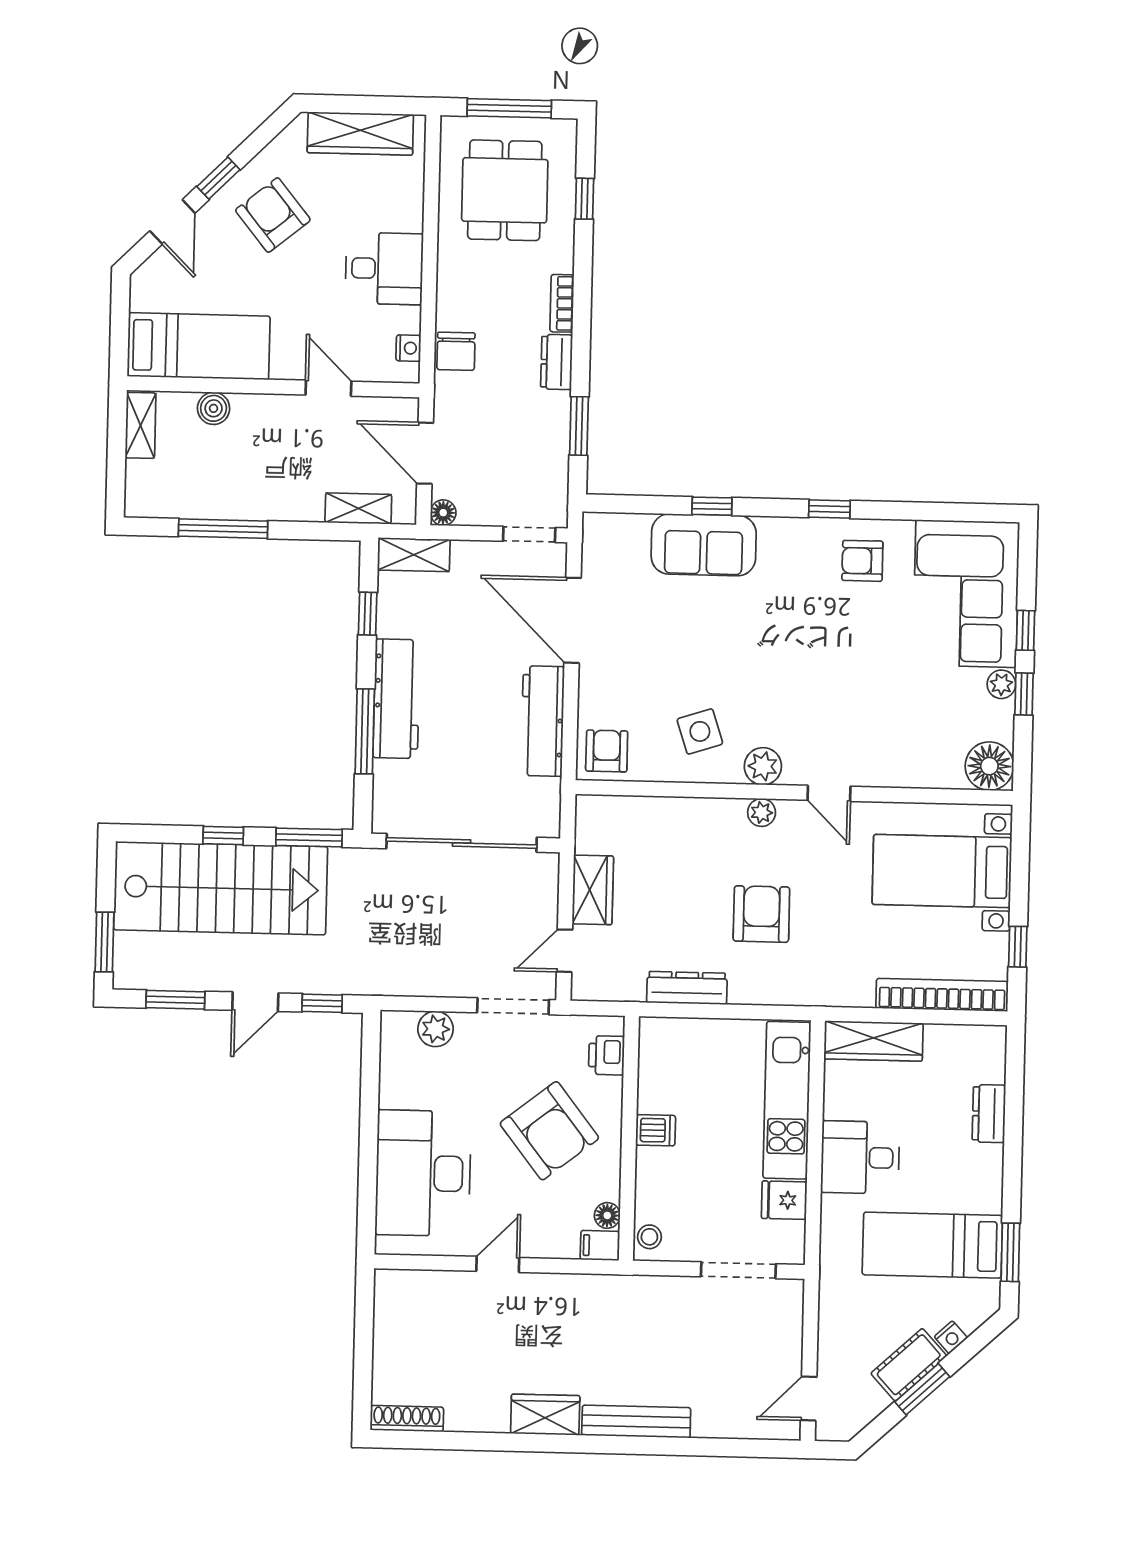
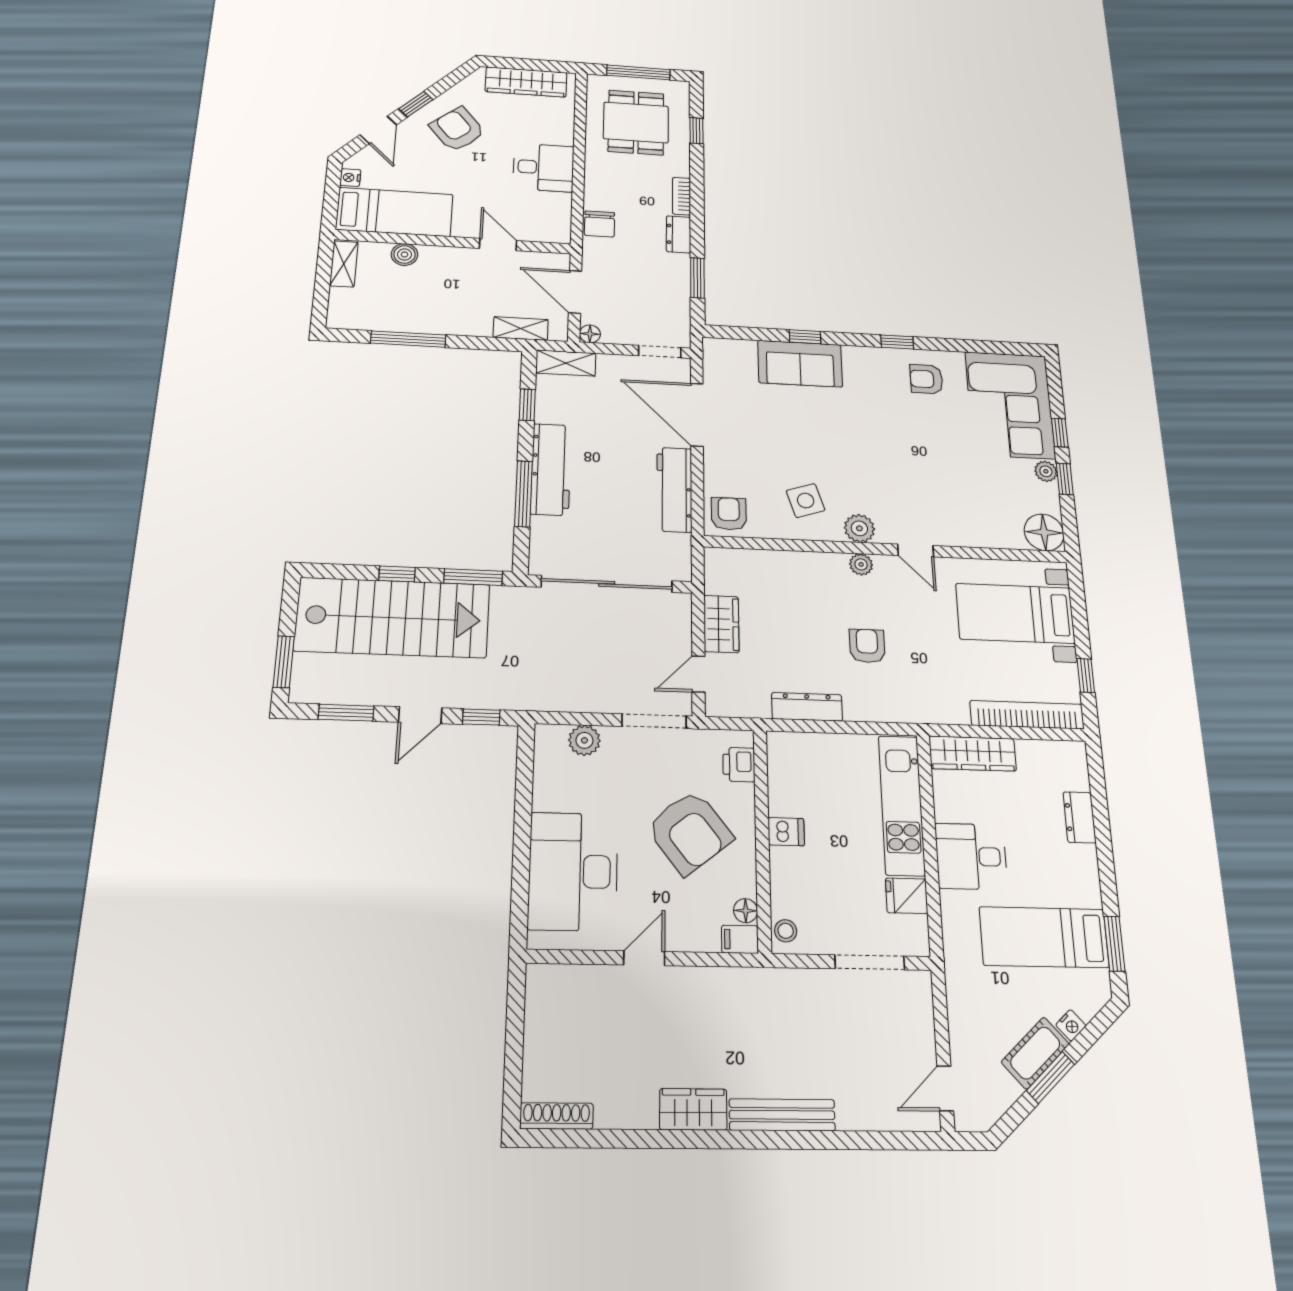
nightstand: (408, 348) -> (350, 178), moved, turned 180
armchair: (761, 914) -> (867, 646), width x0.72, depth x0.72

